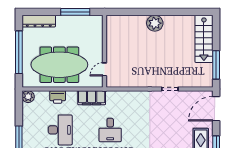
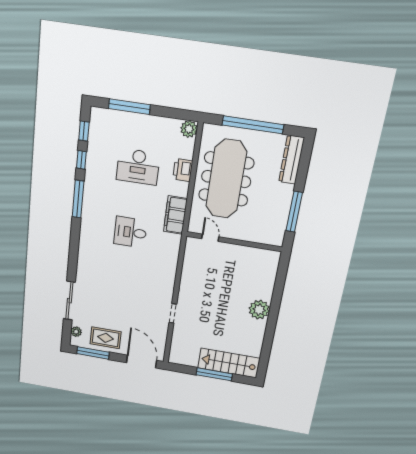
window: (216, 65) -> (214, 374), moved

